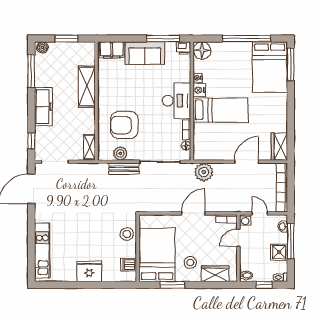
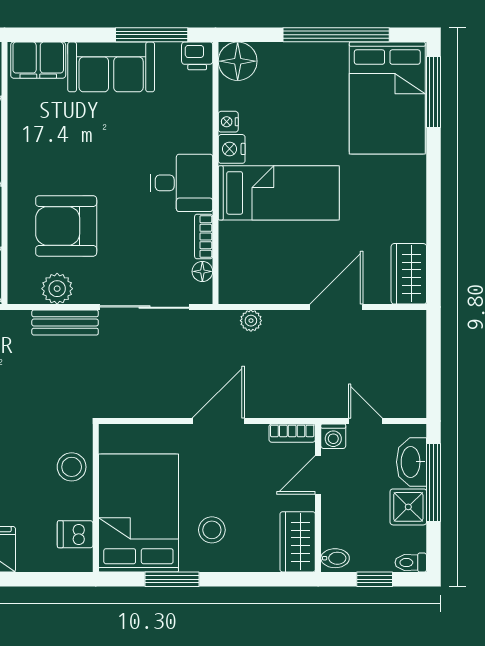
desk: (177, 101) -> (181, 183), width x0.73
plant: (204, 172) -> (251, 321), width x0.53, depth x0.53
bookcase: (282, 187) -> (414, 364), removed
washbasin: (283, 227) -> (411, 462), width x1.91, depth x1.45
wardrobe: (215, 274) -> (298, 542), moved, turned -90

